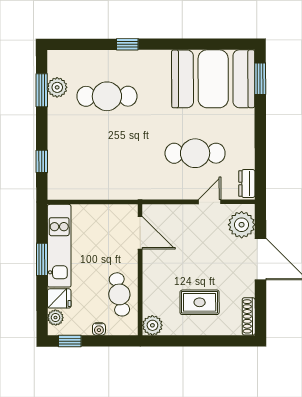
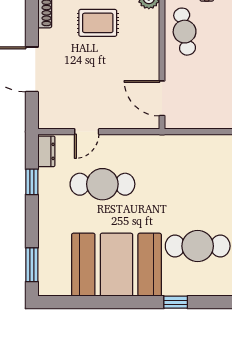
booth: (213, 79) -> (116, 265), moved
window: (260, 155) -> (32, 182), added
plant: (242, 225) -> (52, 107), removed

